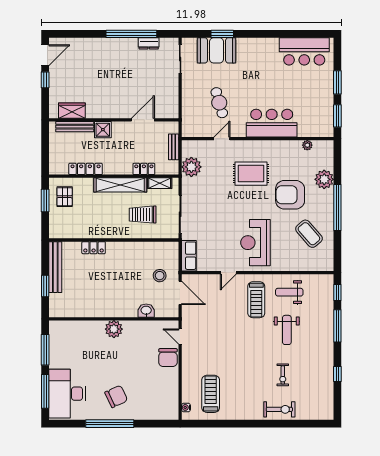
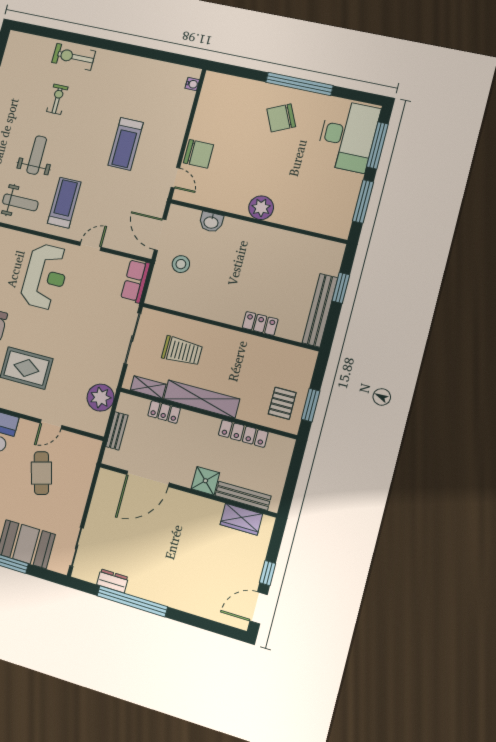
door: (143, 120) -> (148, 479), width x1.36
chair: (168, 358) -> (199, 154), turned 90
treadmill: (211, 394) -> (126, 144), moved

